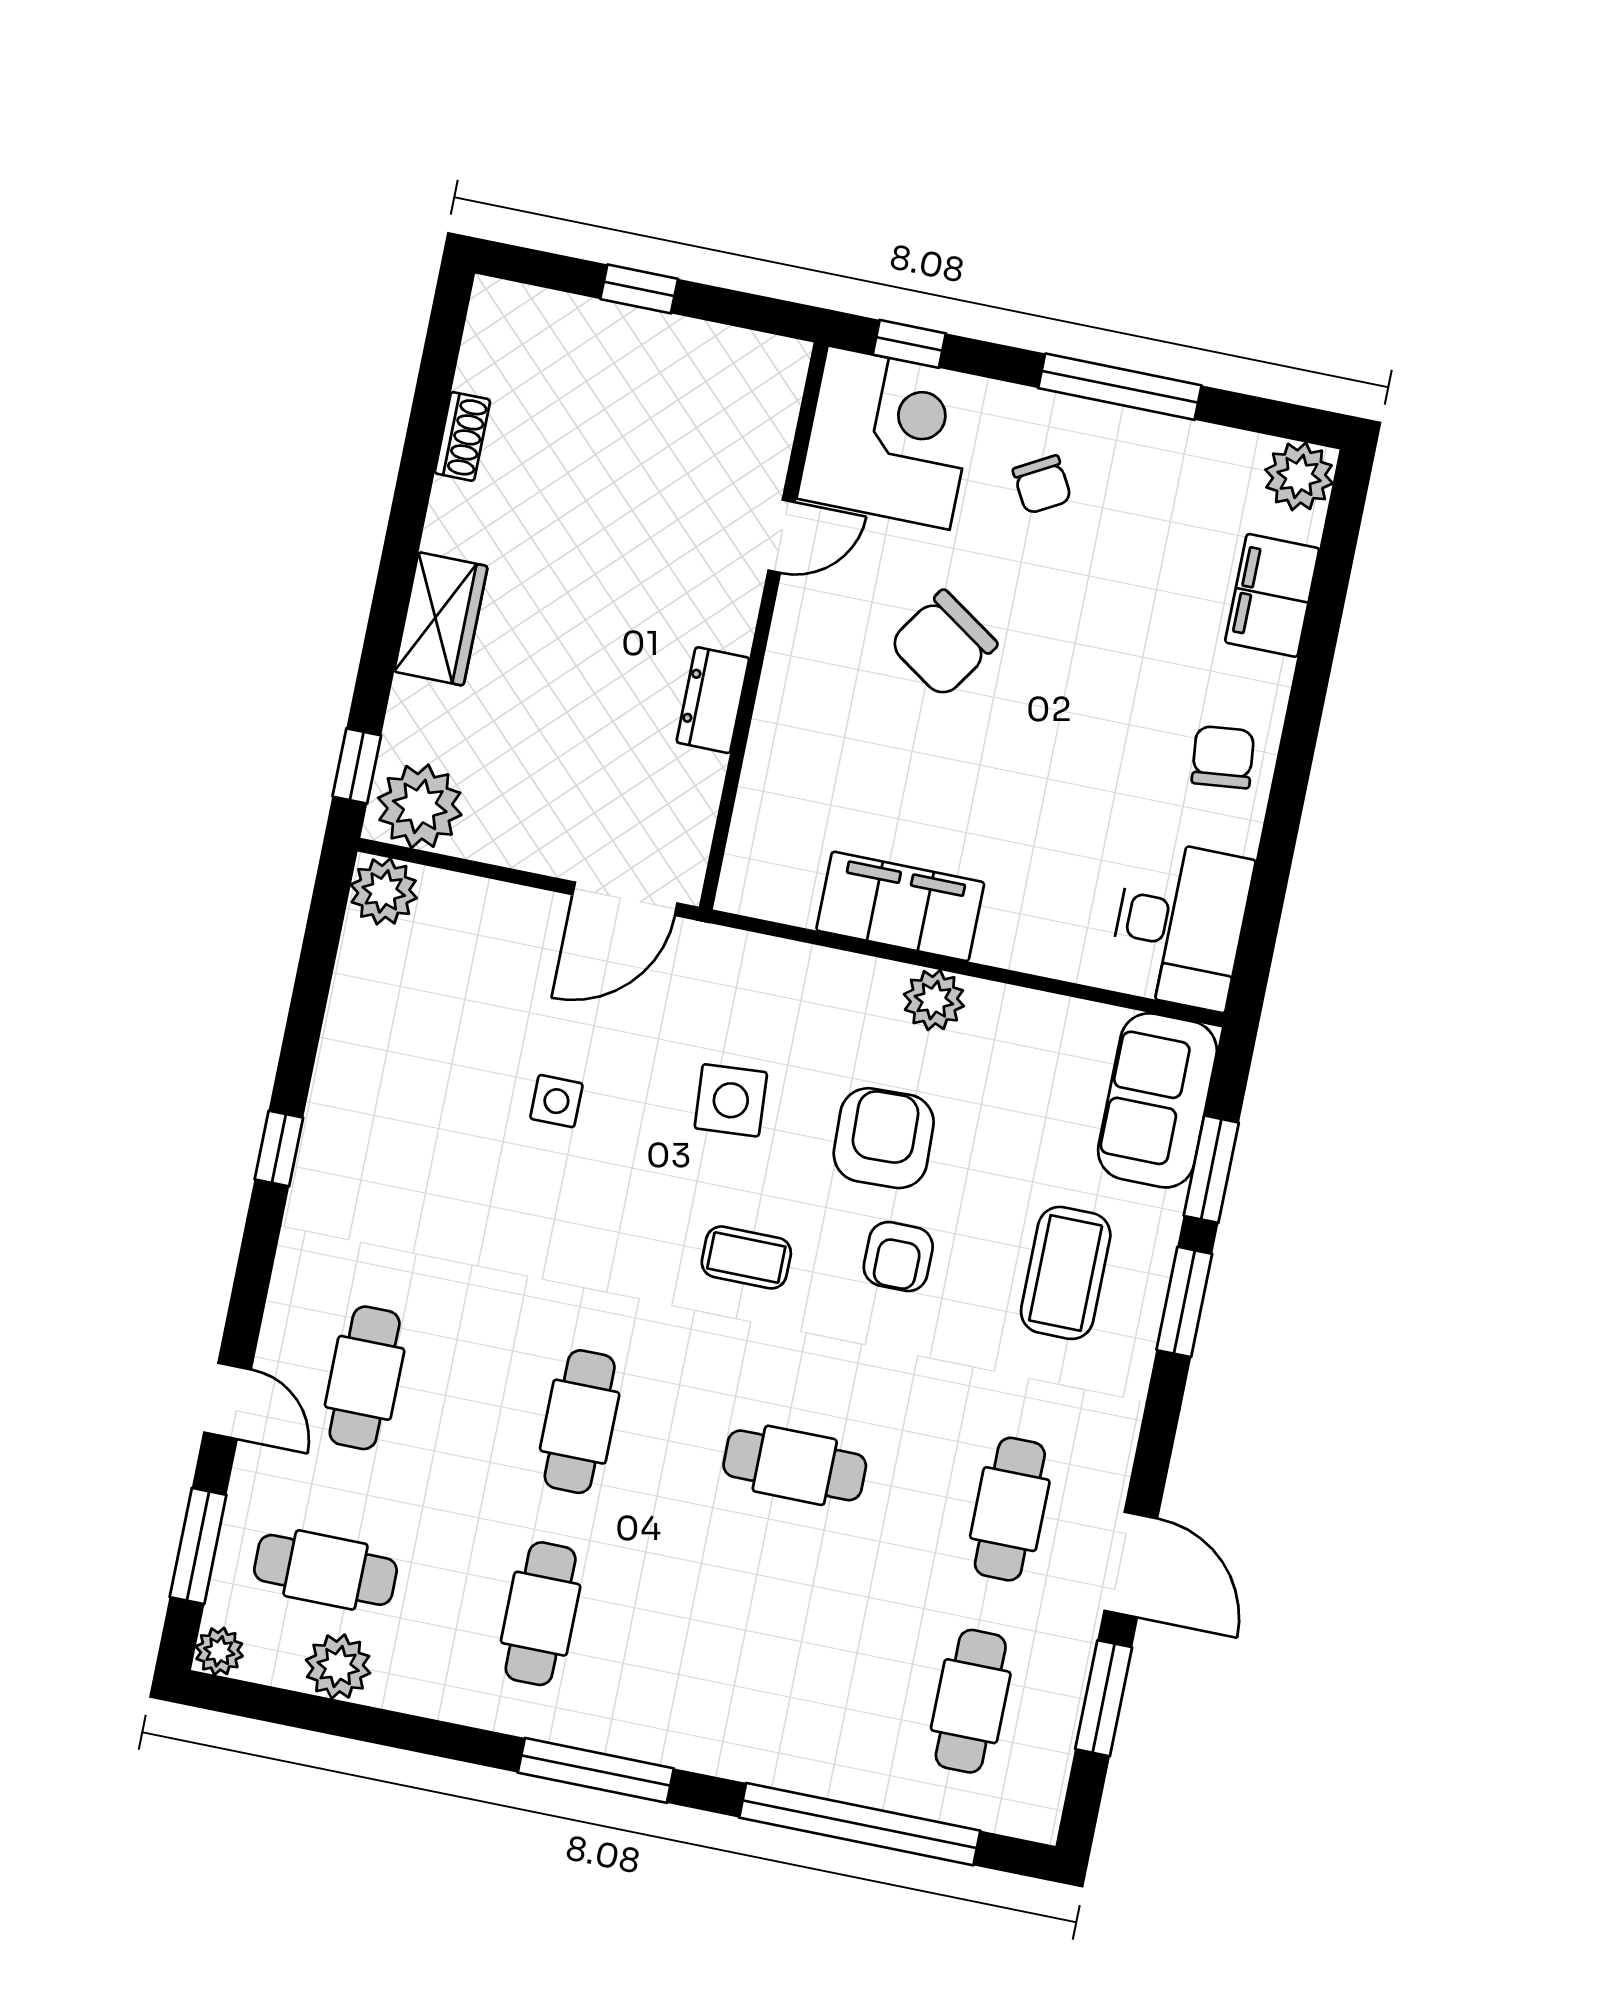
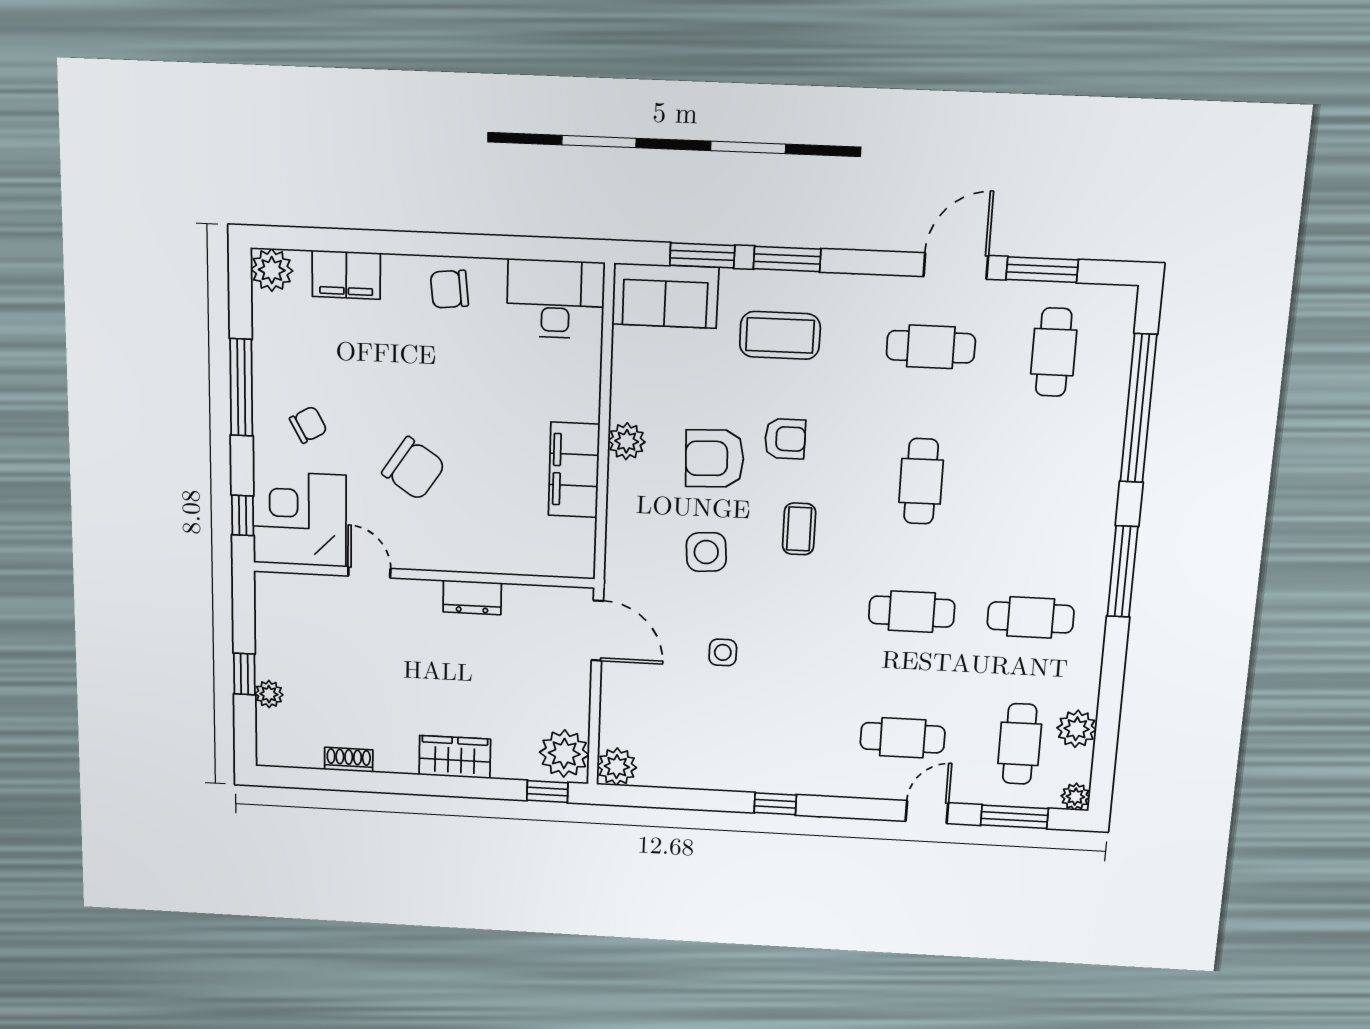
plant: (598, 323) -> (269, 694), added
cafe table: (971, 1701) -> (1054, 352), turned 90

